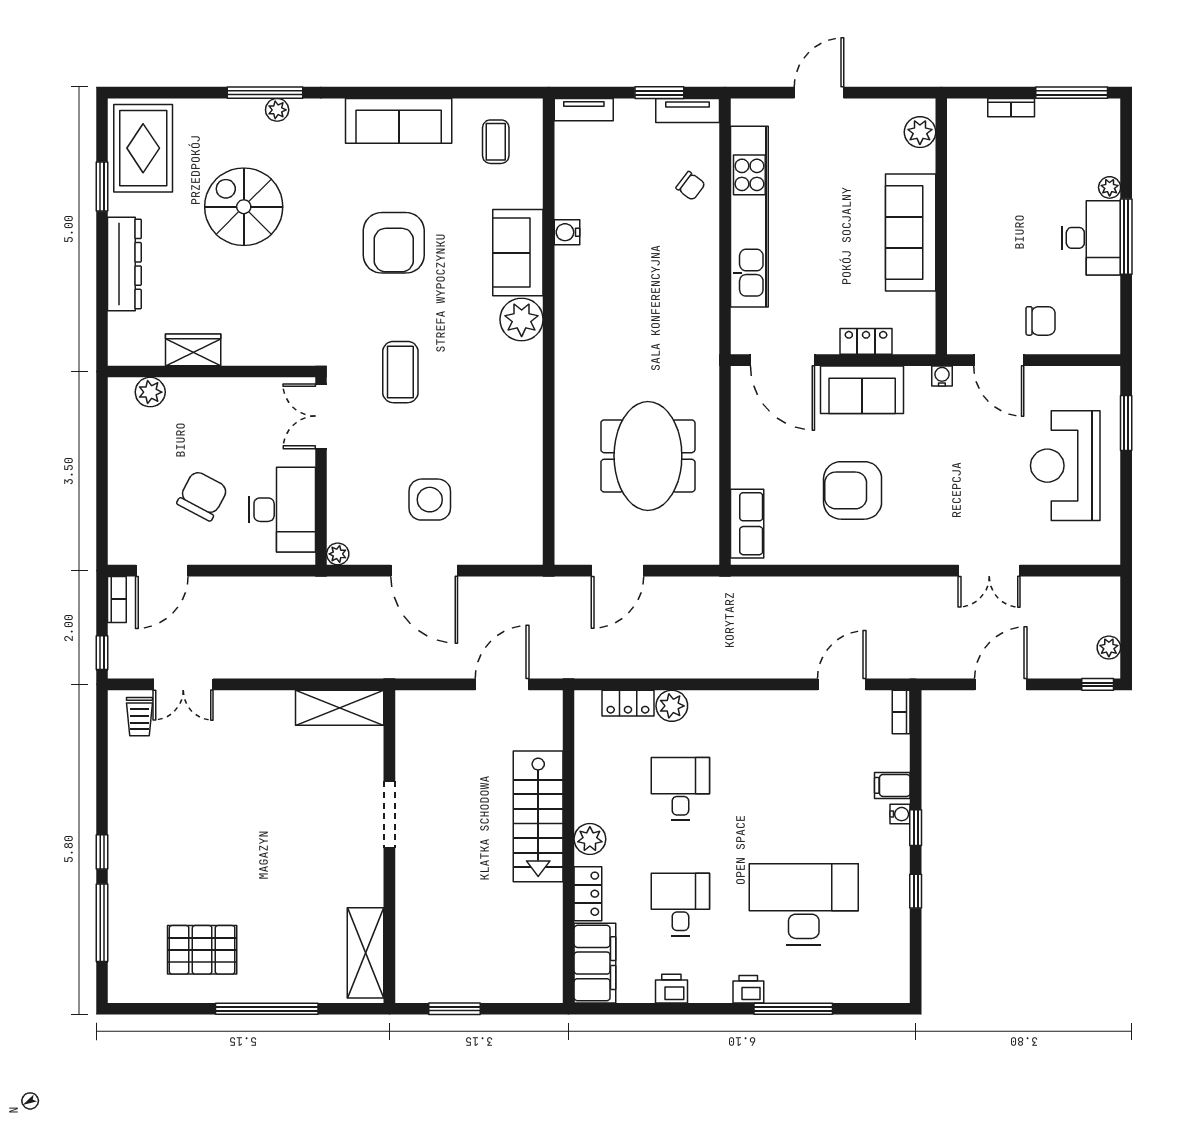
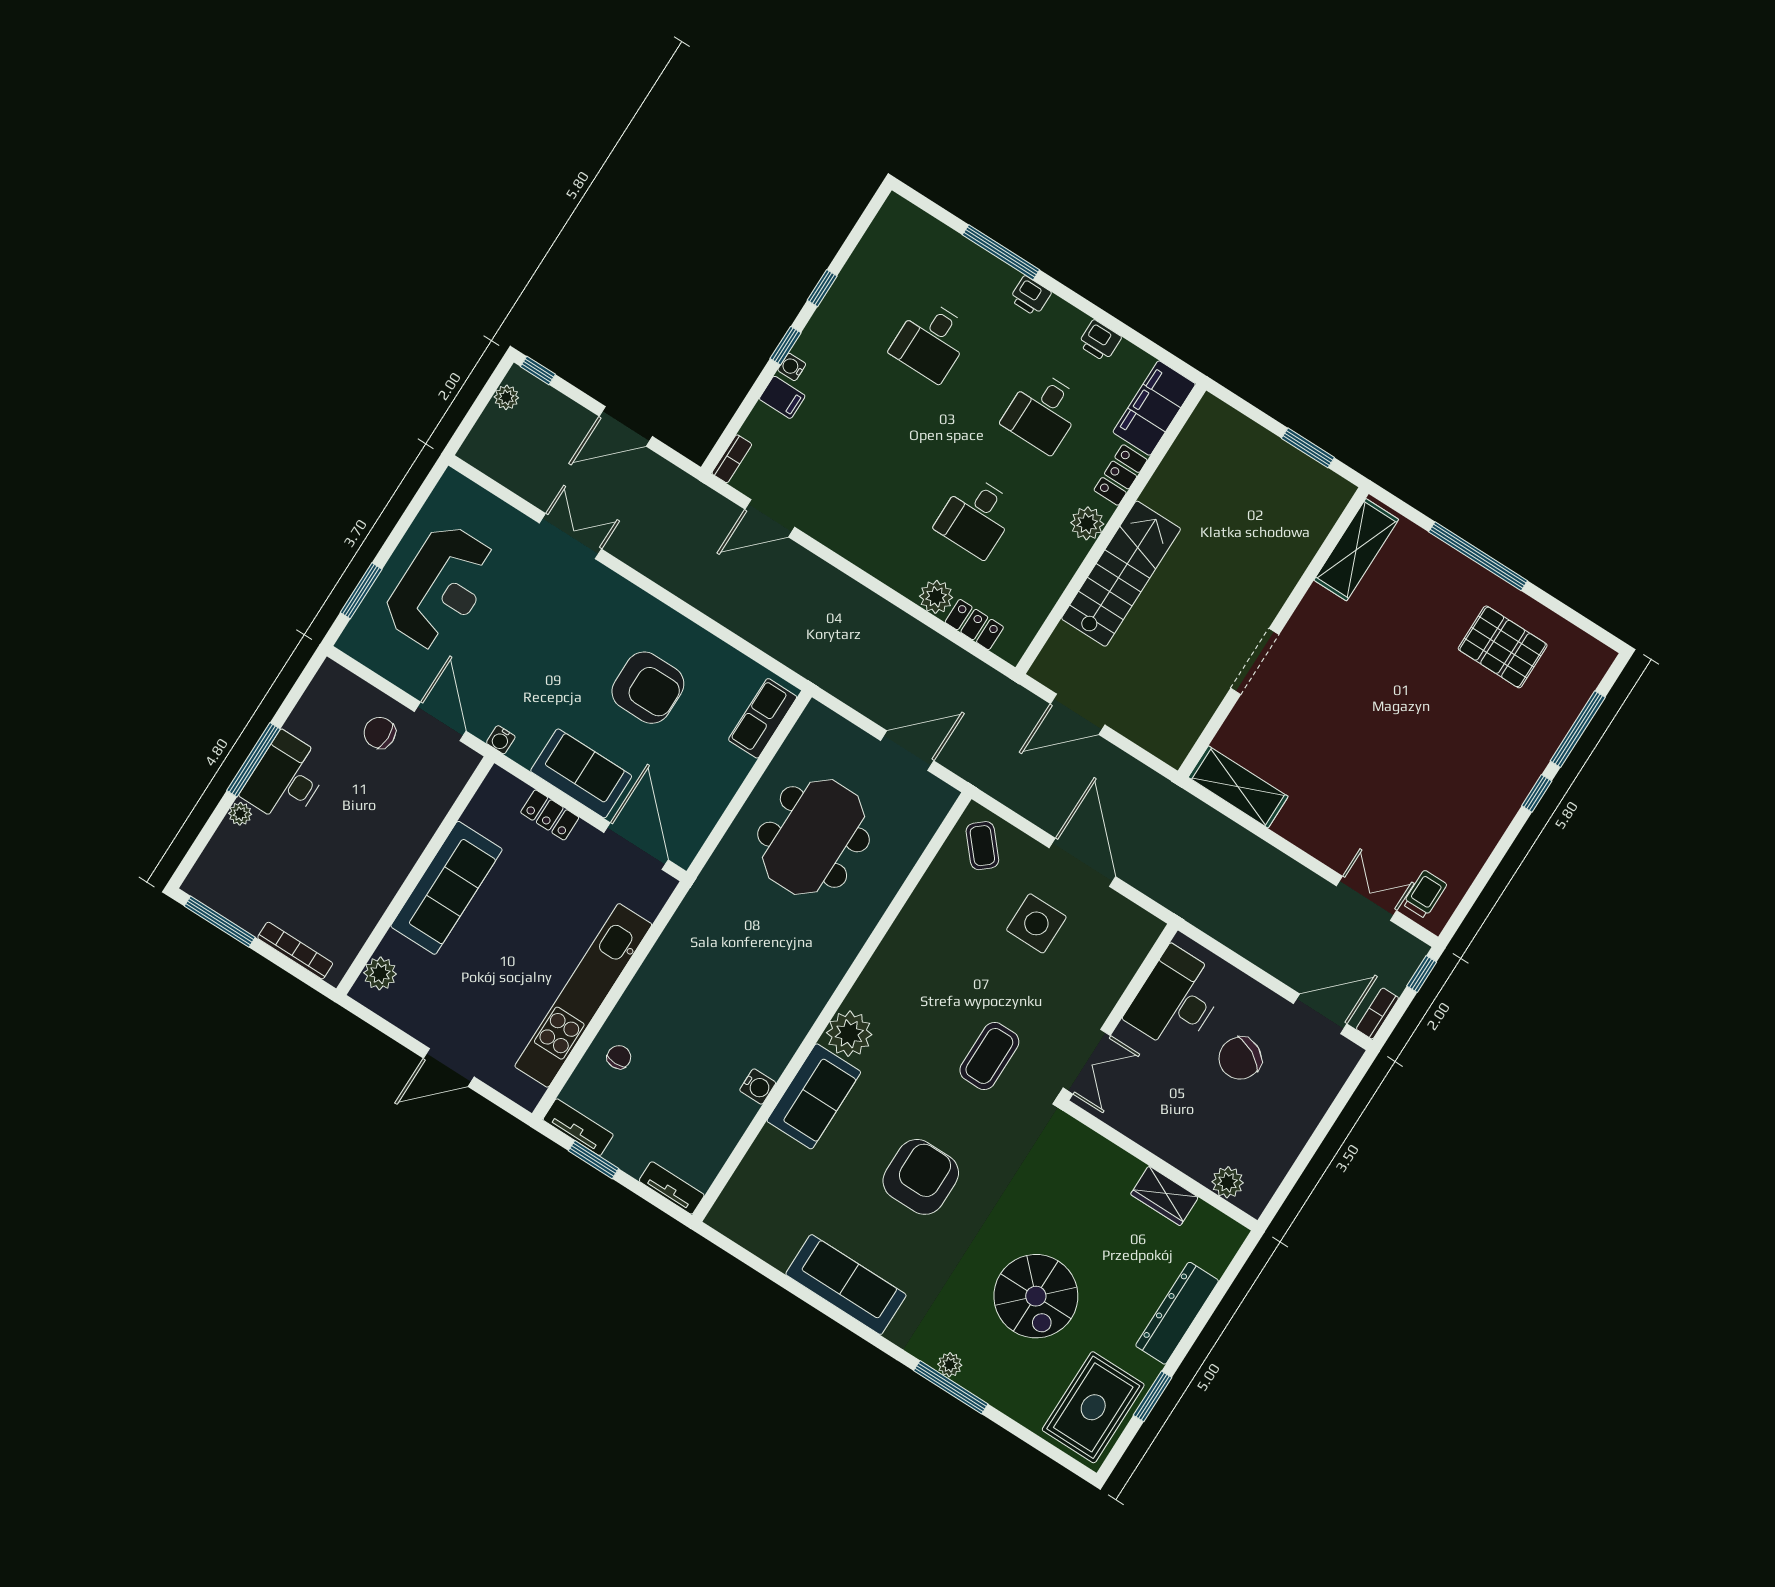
bookcase: (1011, 108) -> (295, 951), width x1.56
coffee table: (496, 142) -> (982, 846), moved, turned -41
chair: (691, 186) -> (619, 1057), turned 53
plant: (338, 554) -> (1151, 927), removed
desk: (804, 904) -> (931, 341), width x0.53, depth x0.77

